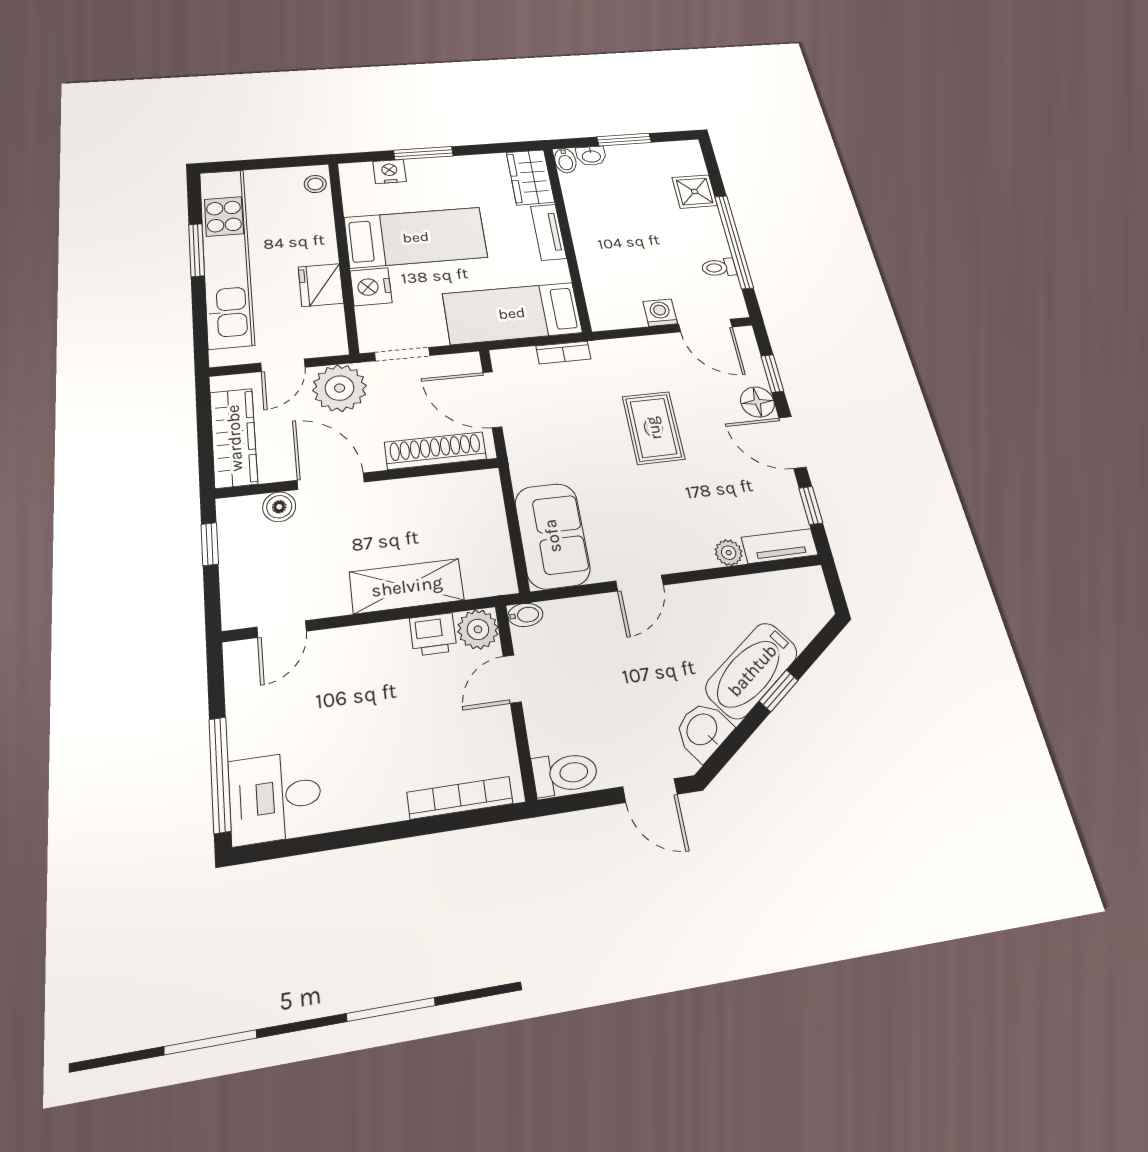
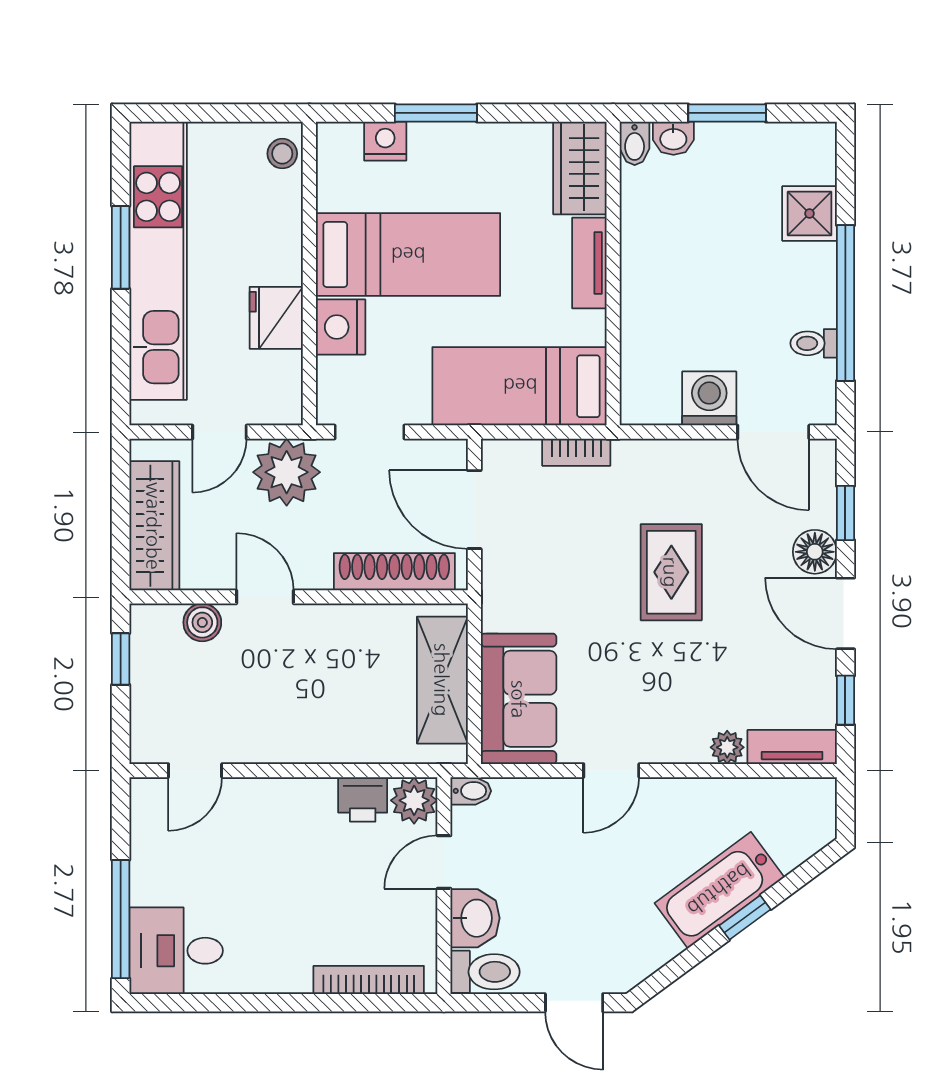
washing machine: (660, 313) -> (709, 398), width x1.38, depth x1.38
door: (331, 481) -> (265, 597), width x0.73
shelving: (407, 586) -> (442, 680), moved, turned 90
washbasin: (703, 730) -> (475, 918), moved, turned 126

